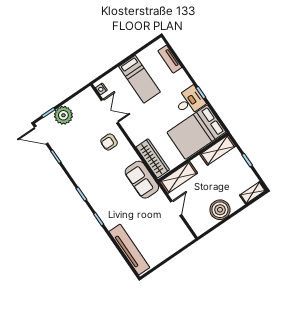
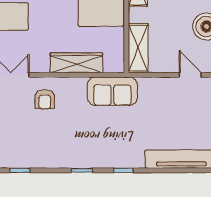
wardrobe: (153, 158) -> (76, 63), moved
door: (176, 208) -> (190, 75), moved

